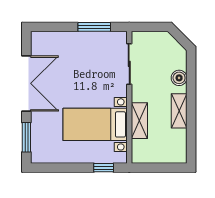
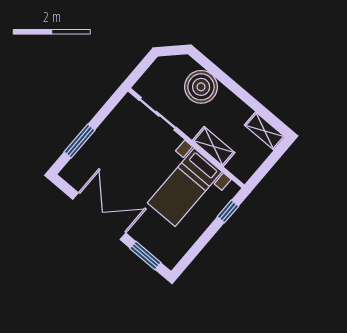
window: (94, 27) -> (79, 141), moved
boiler: (179, 78) -> (201, 87), width x1.86, depth x1.86
shelving: (179, 111) -> (265, 131), moved

